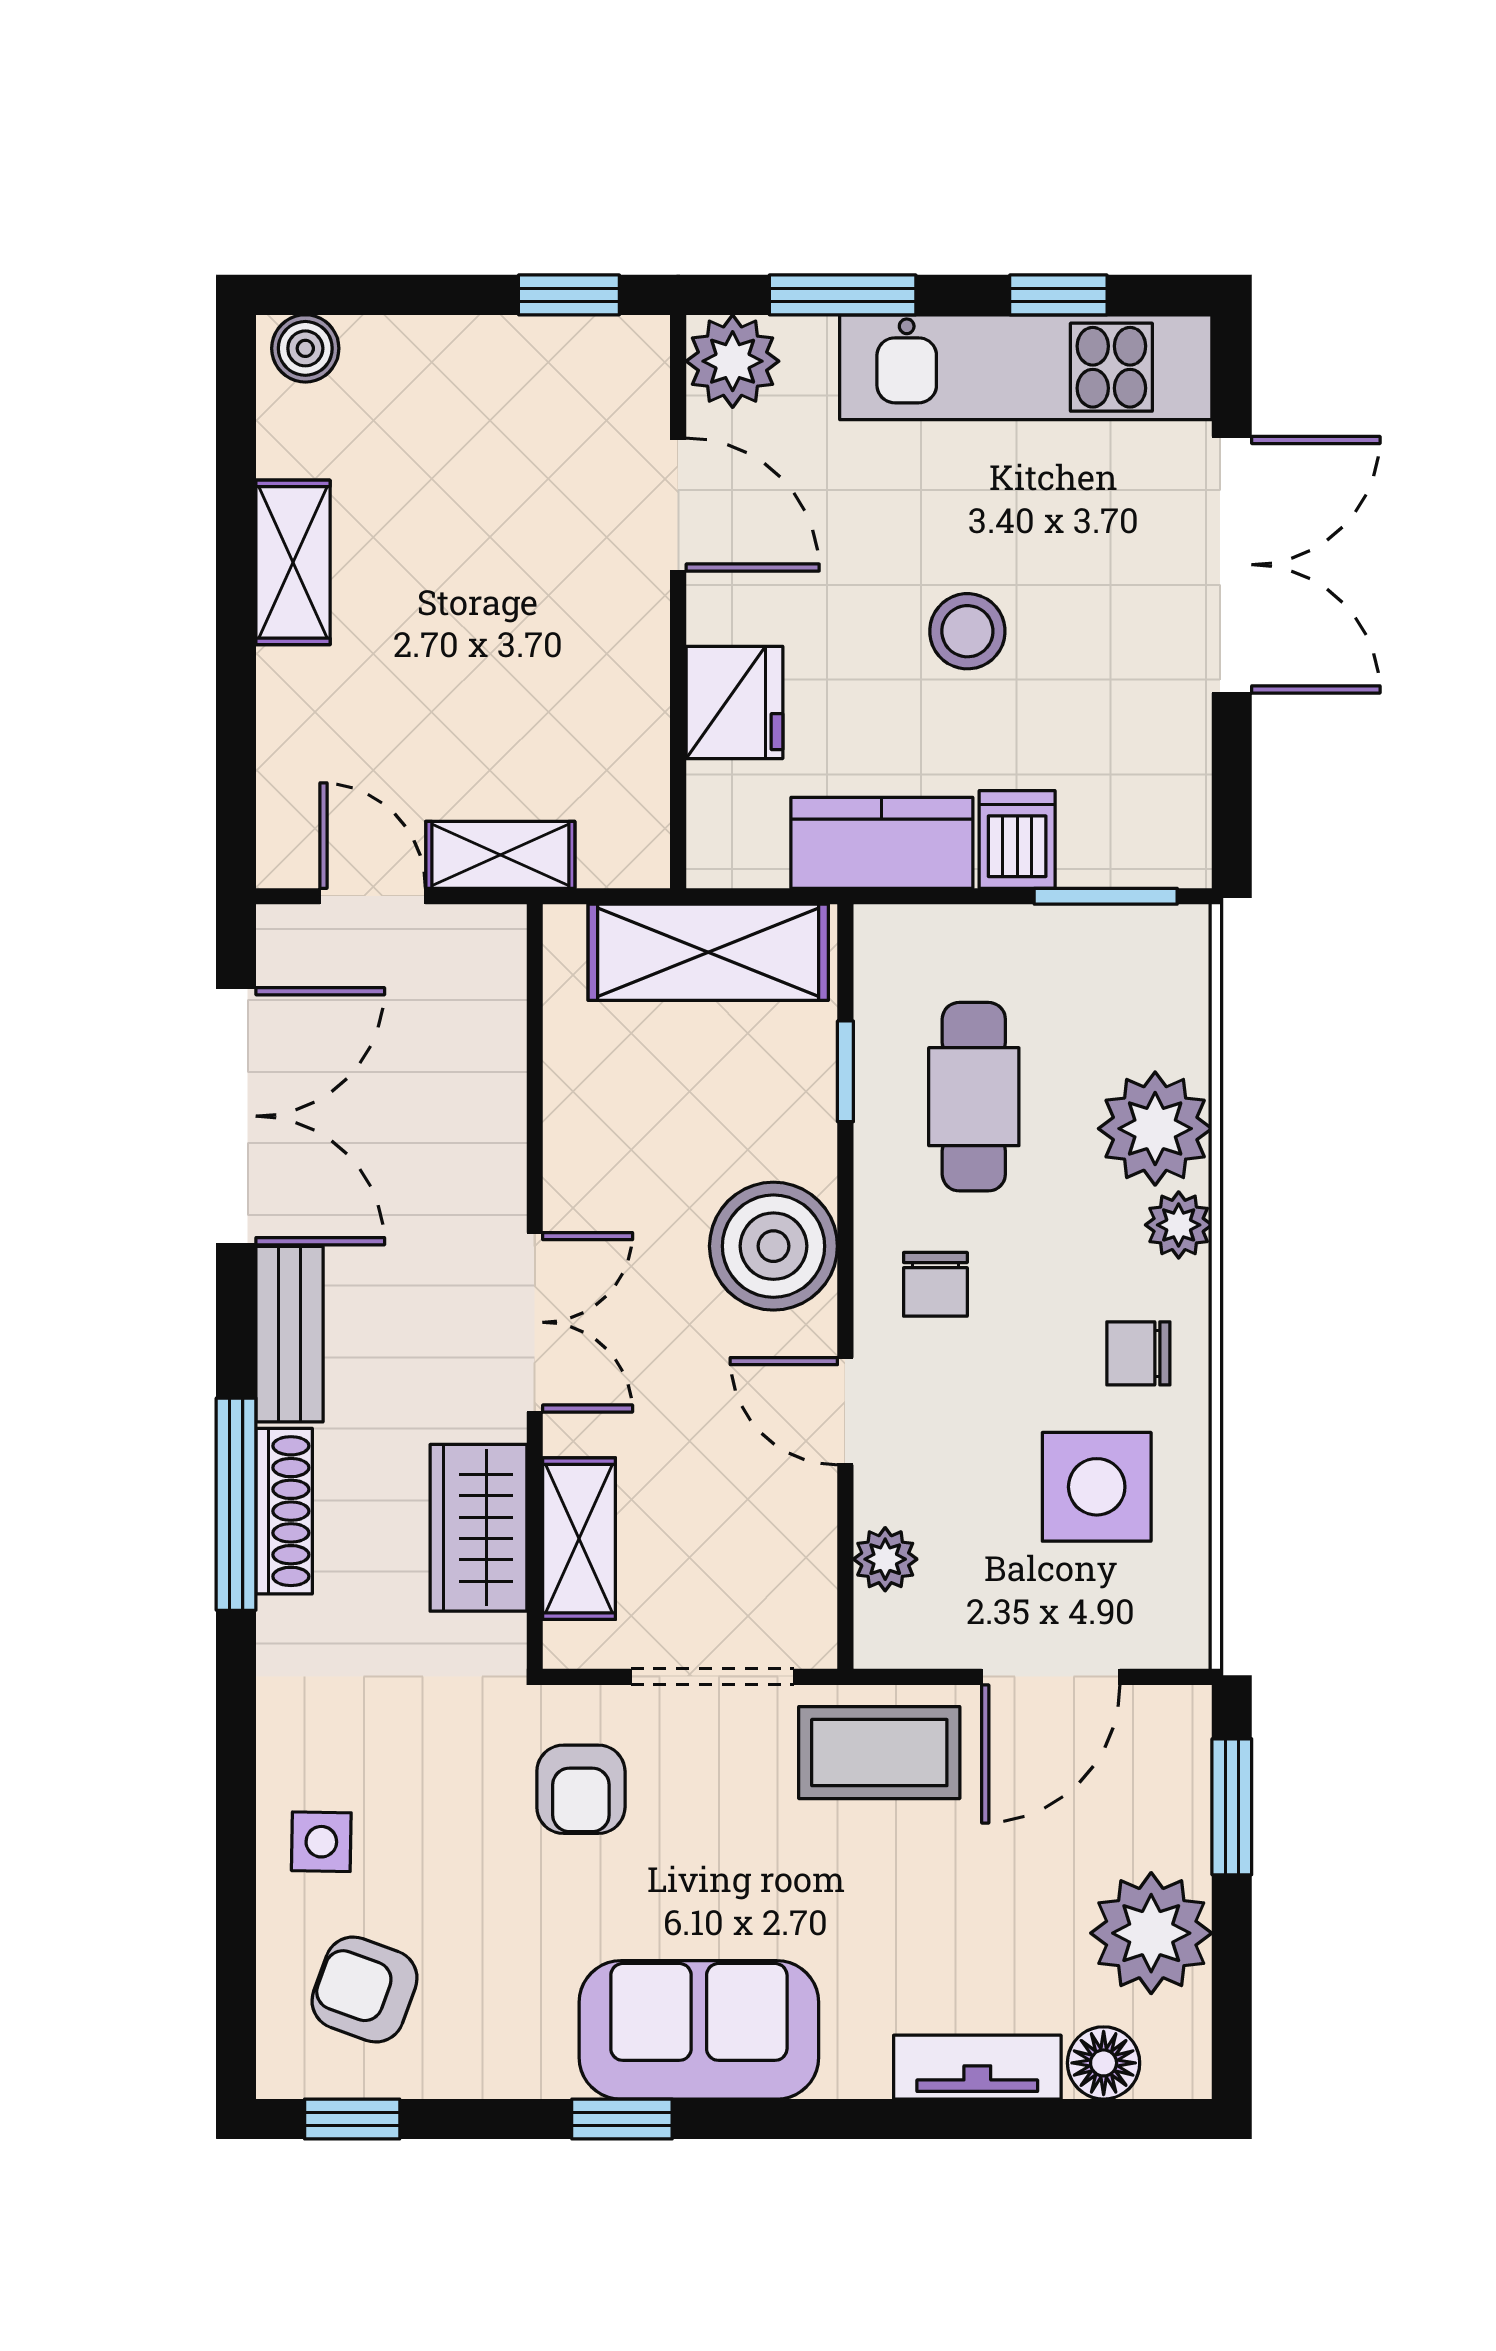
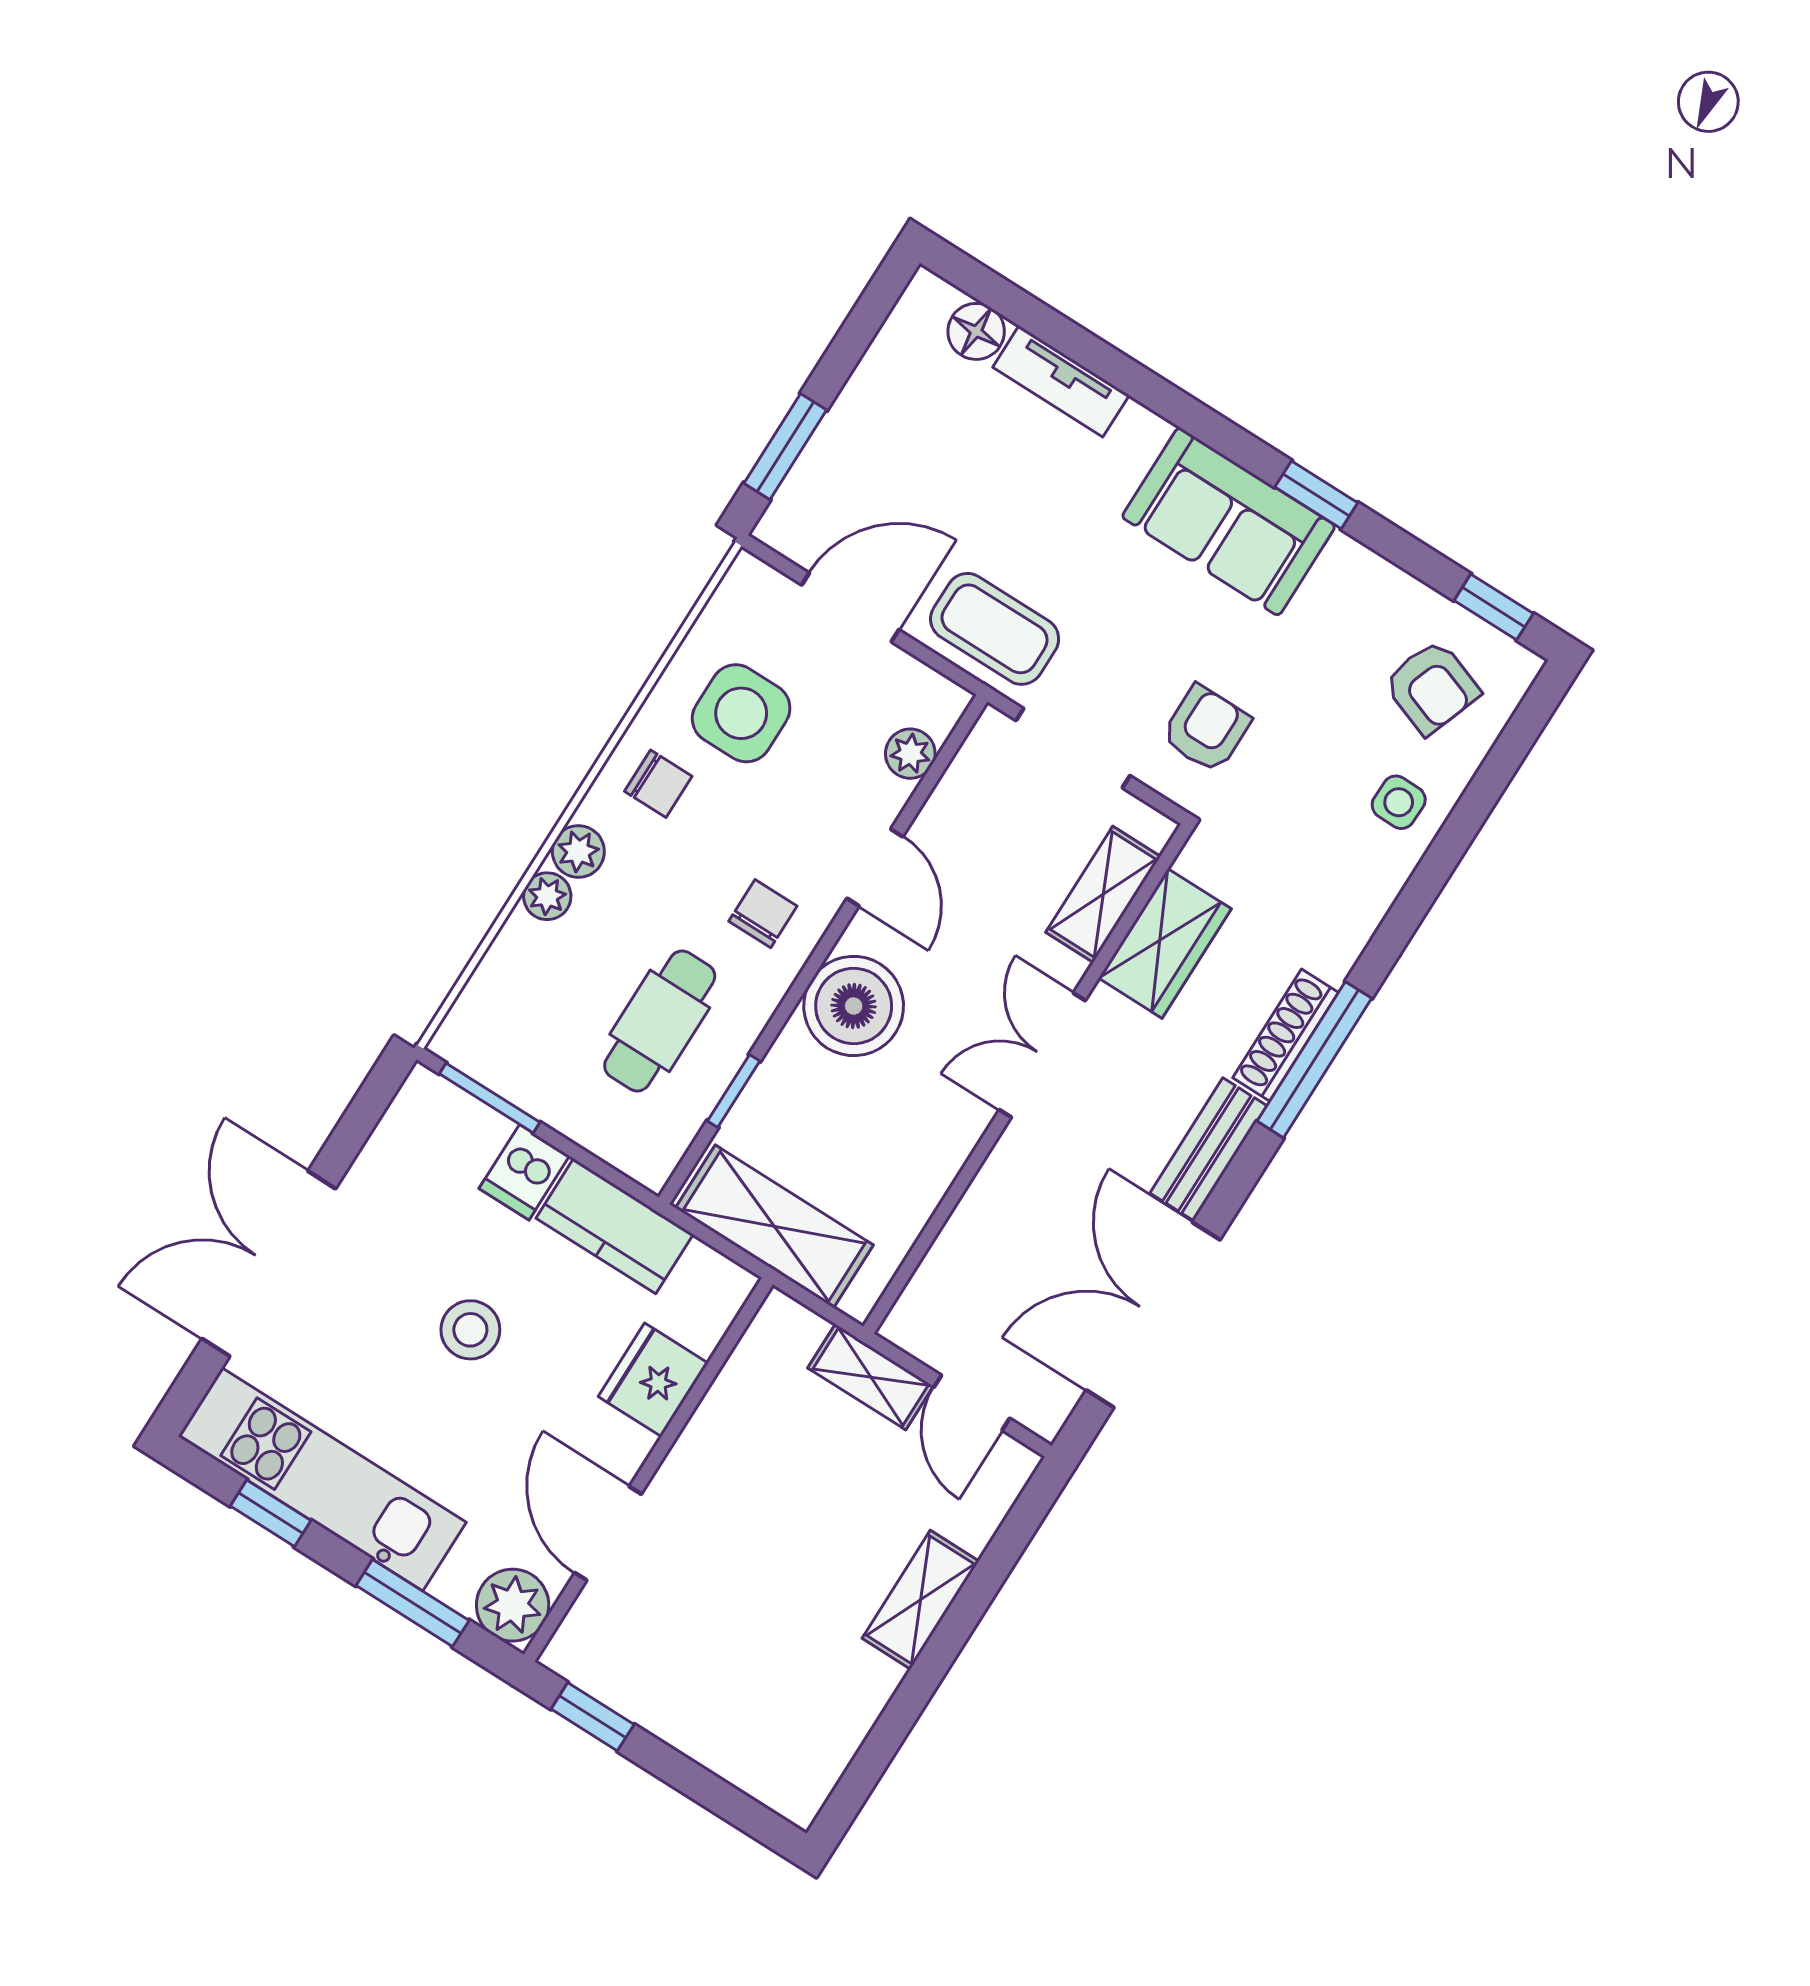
boiler: (305, 348) -> (788, 1791), removed
shelving: (293, 562) -> (921, 1600), moved
plant: (1155, 1129) -> (547, 896), width x0.53, depth x0.53
plant: (1151, 1933) -> (891, 397), removed

